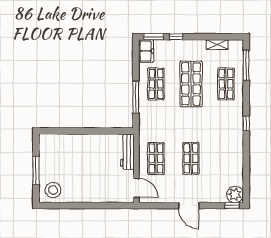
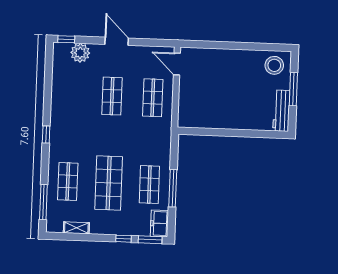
window: (136, 97) -> (173, 188), moved
workbench: (128, 151) -> (281, 111), moved, turned 180
plant: (235, 194) -> (80, 53), moved

